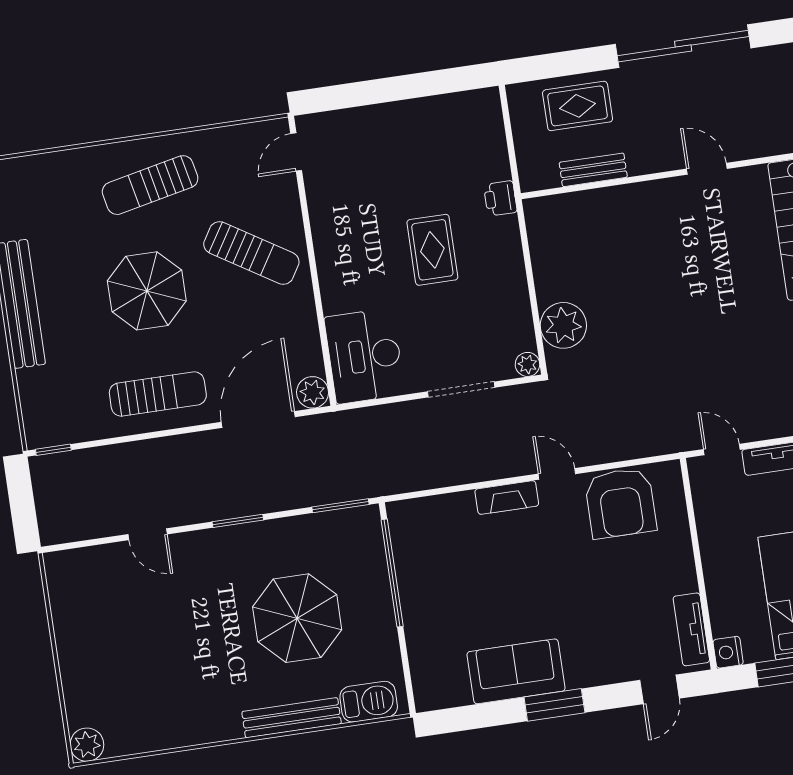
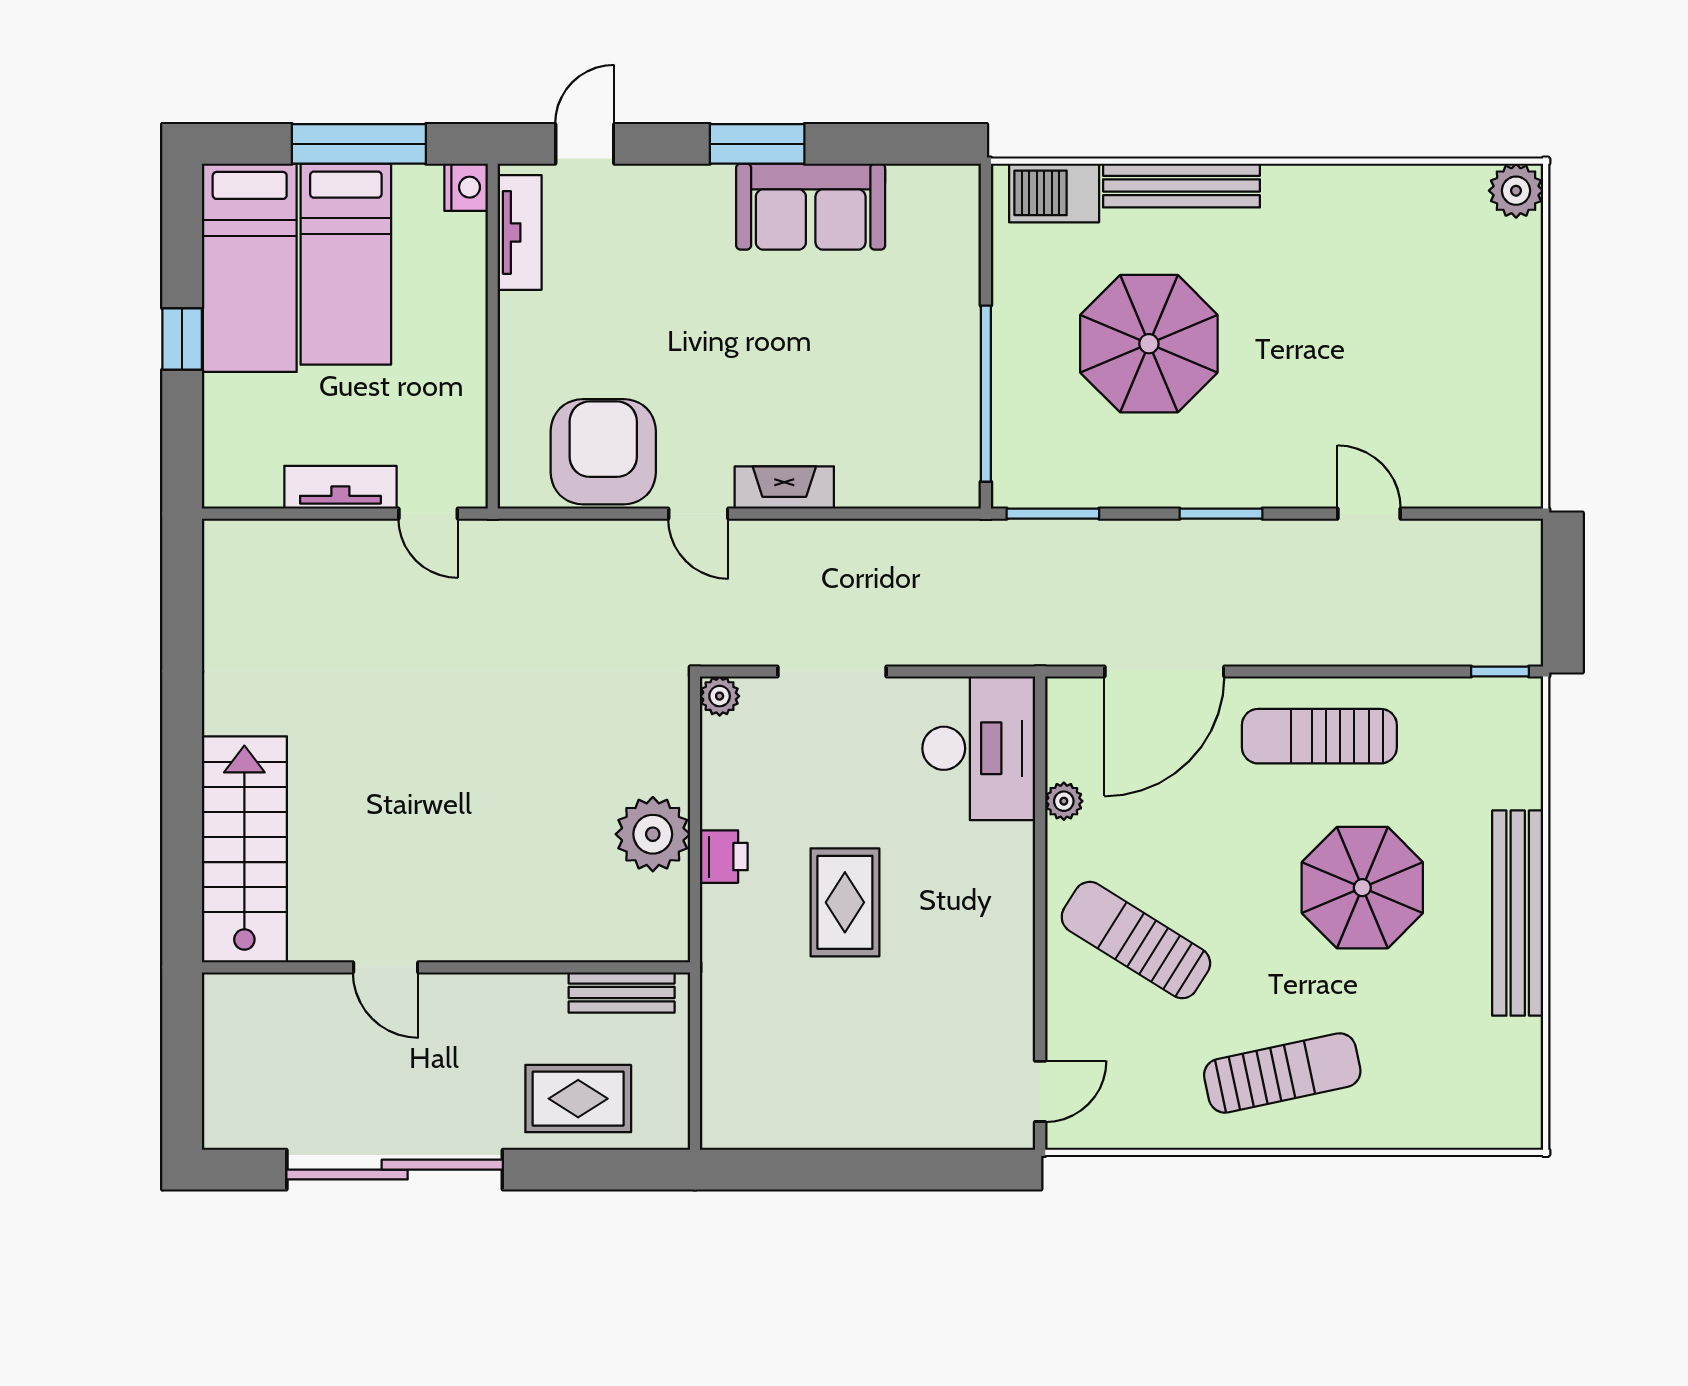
bench: (593, 170) -> (622, 993), moved
printer: (500, 198) -> (724, 857), moved
parasol: (147, 291) -> (1362, 888), moved
plant: (563, 325) -> (653, 834), moved
plant: (313, 392) -> (1064, 801), moved, width x0.73, depth x0.73

